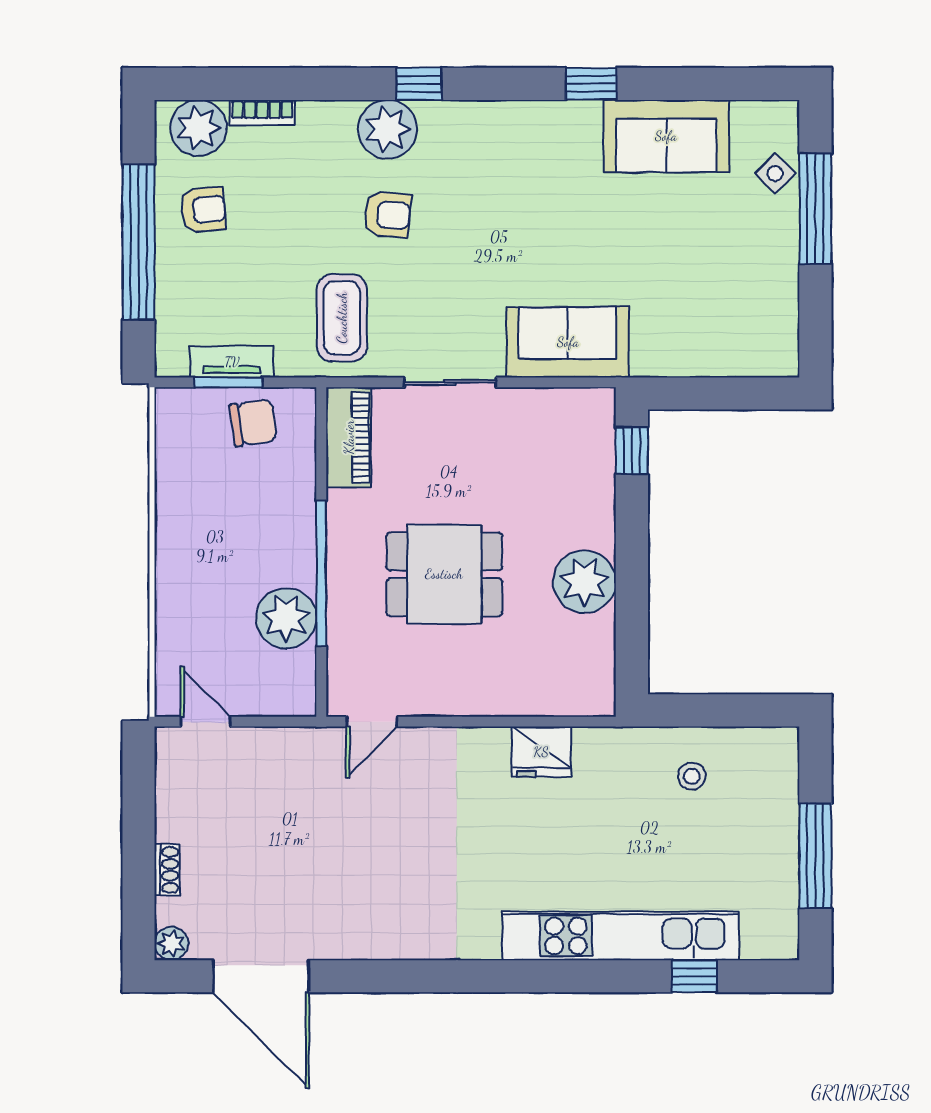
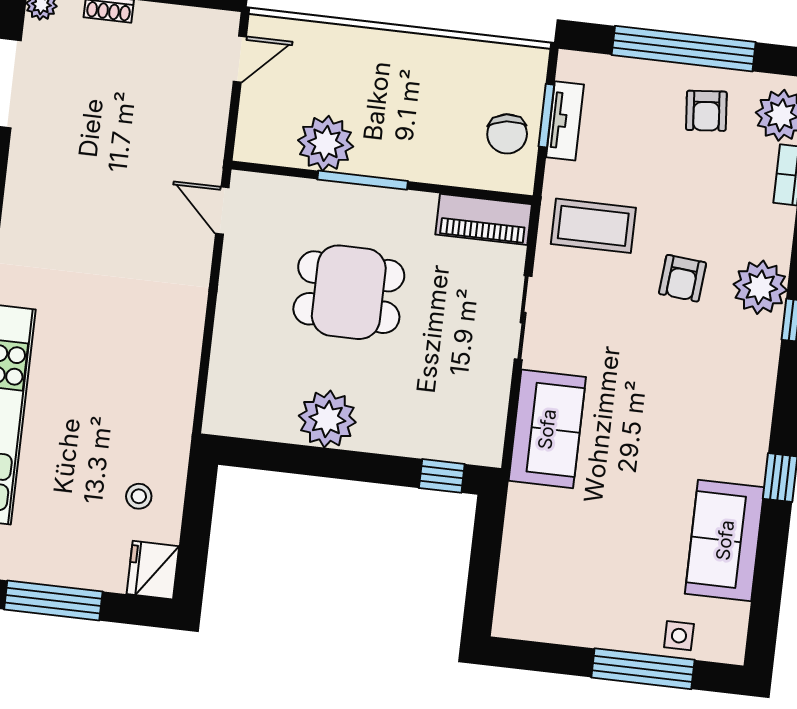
side table: (775, 174) -> (679, 636), turned 45
window: (321, 573) -> (363, 180), width x0.68
dining table: (444, 574) -> (349, 292), turned 90
fridge: (541, 752) -> (153, 570), moved

